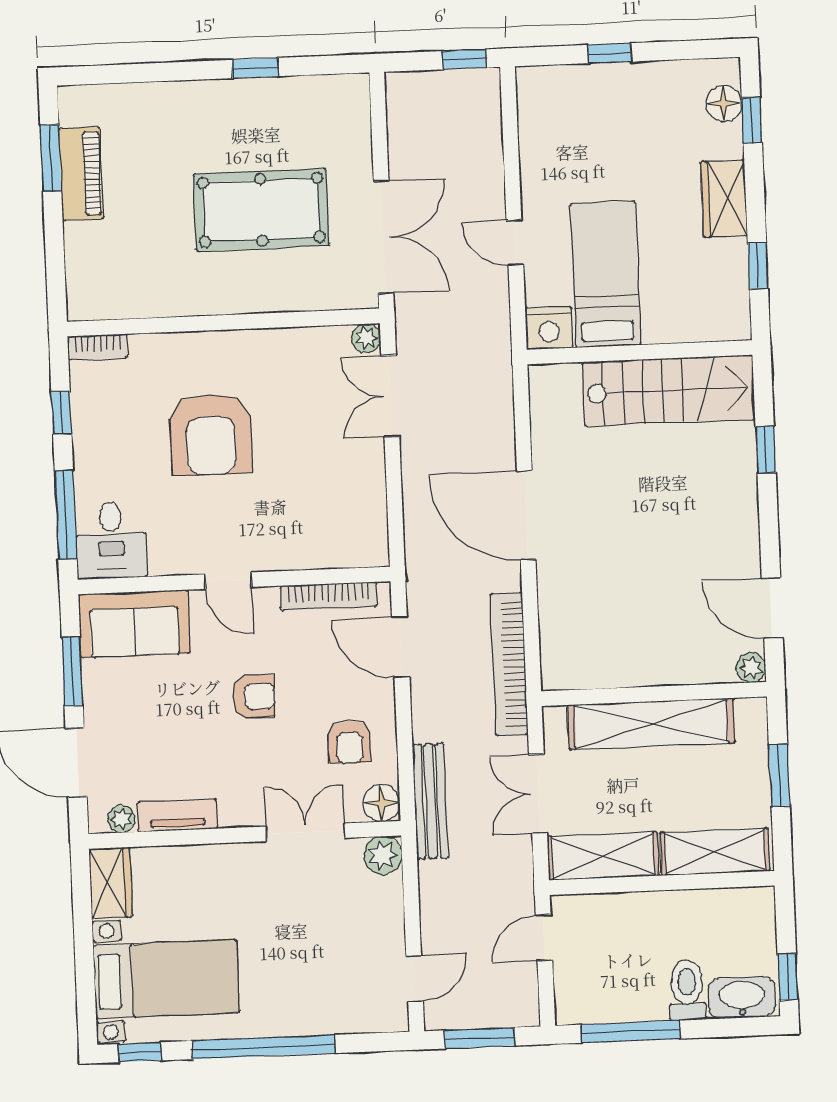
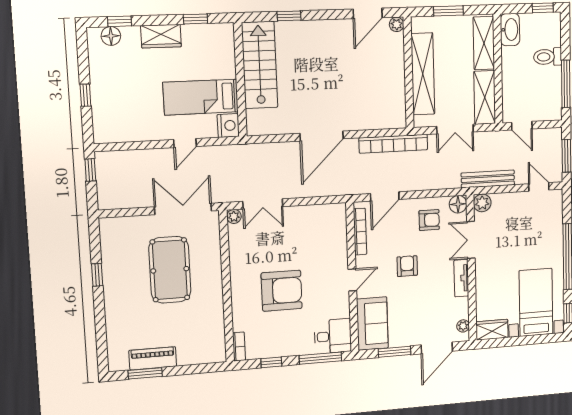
bench: (431, 801) -> (488, 179), moved
tv unit: (177, 815) -> (461, 278), moved
washbasin: (742, 998) -> (510, 30), moved, turned 180

